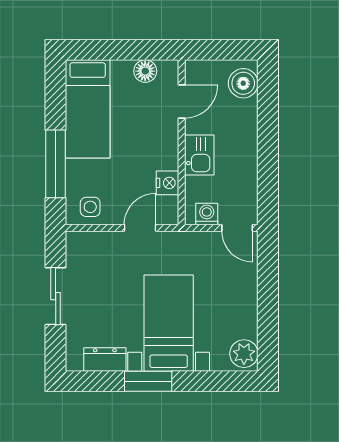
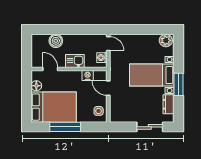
boiler: (243, 83) -> (56, 41), moved
bed: (88, 109) -> (54, 107), width x1.50
window: (56, 164) -> (65, 127), moved
door: (237, 228) -> (108, 44), hinge flipped
sliding door: (56, 296) -> (150, 127), moved

